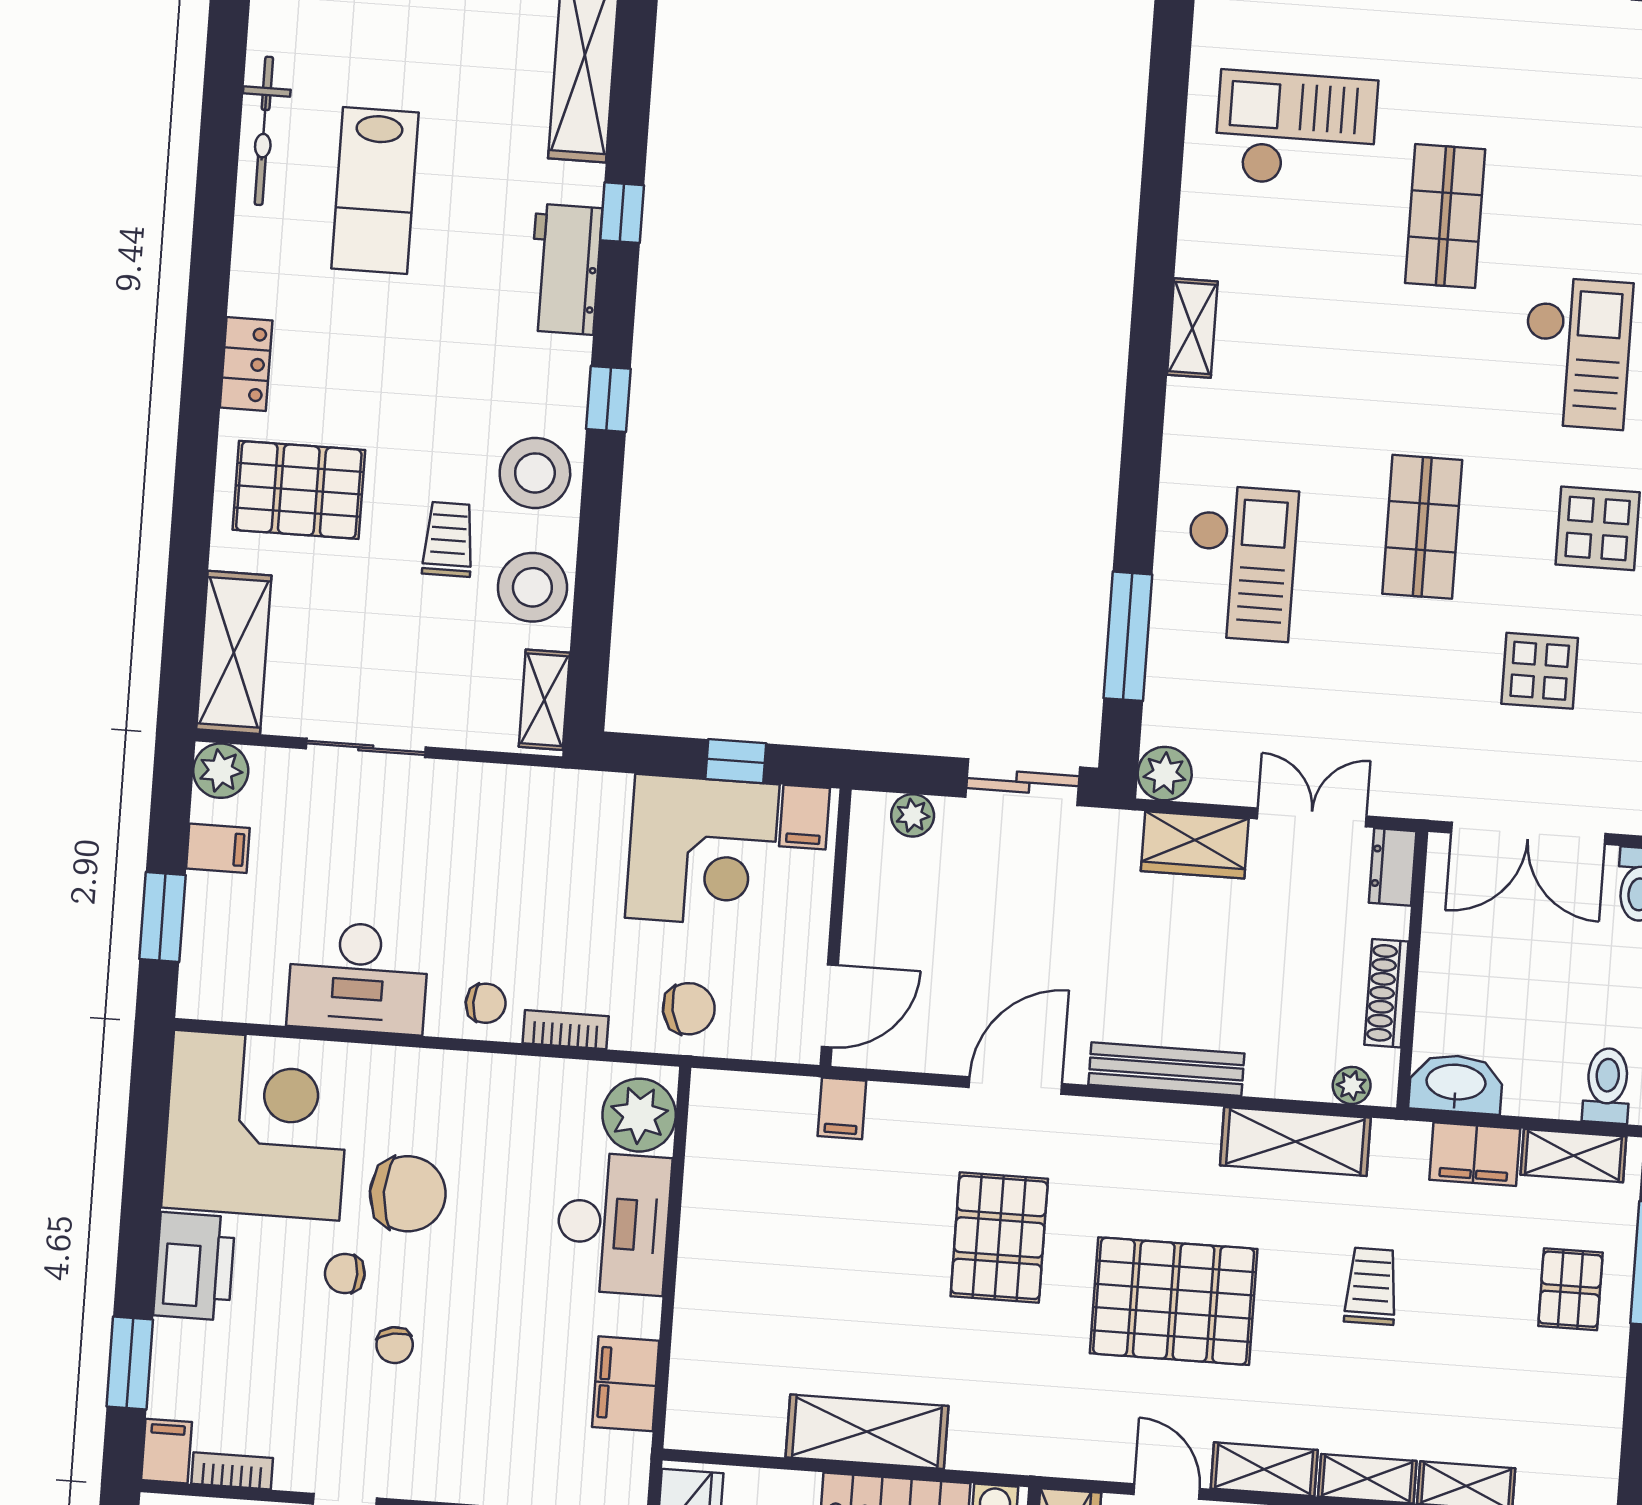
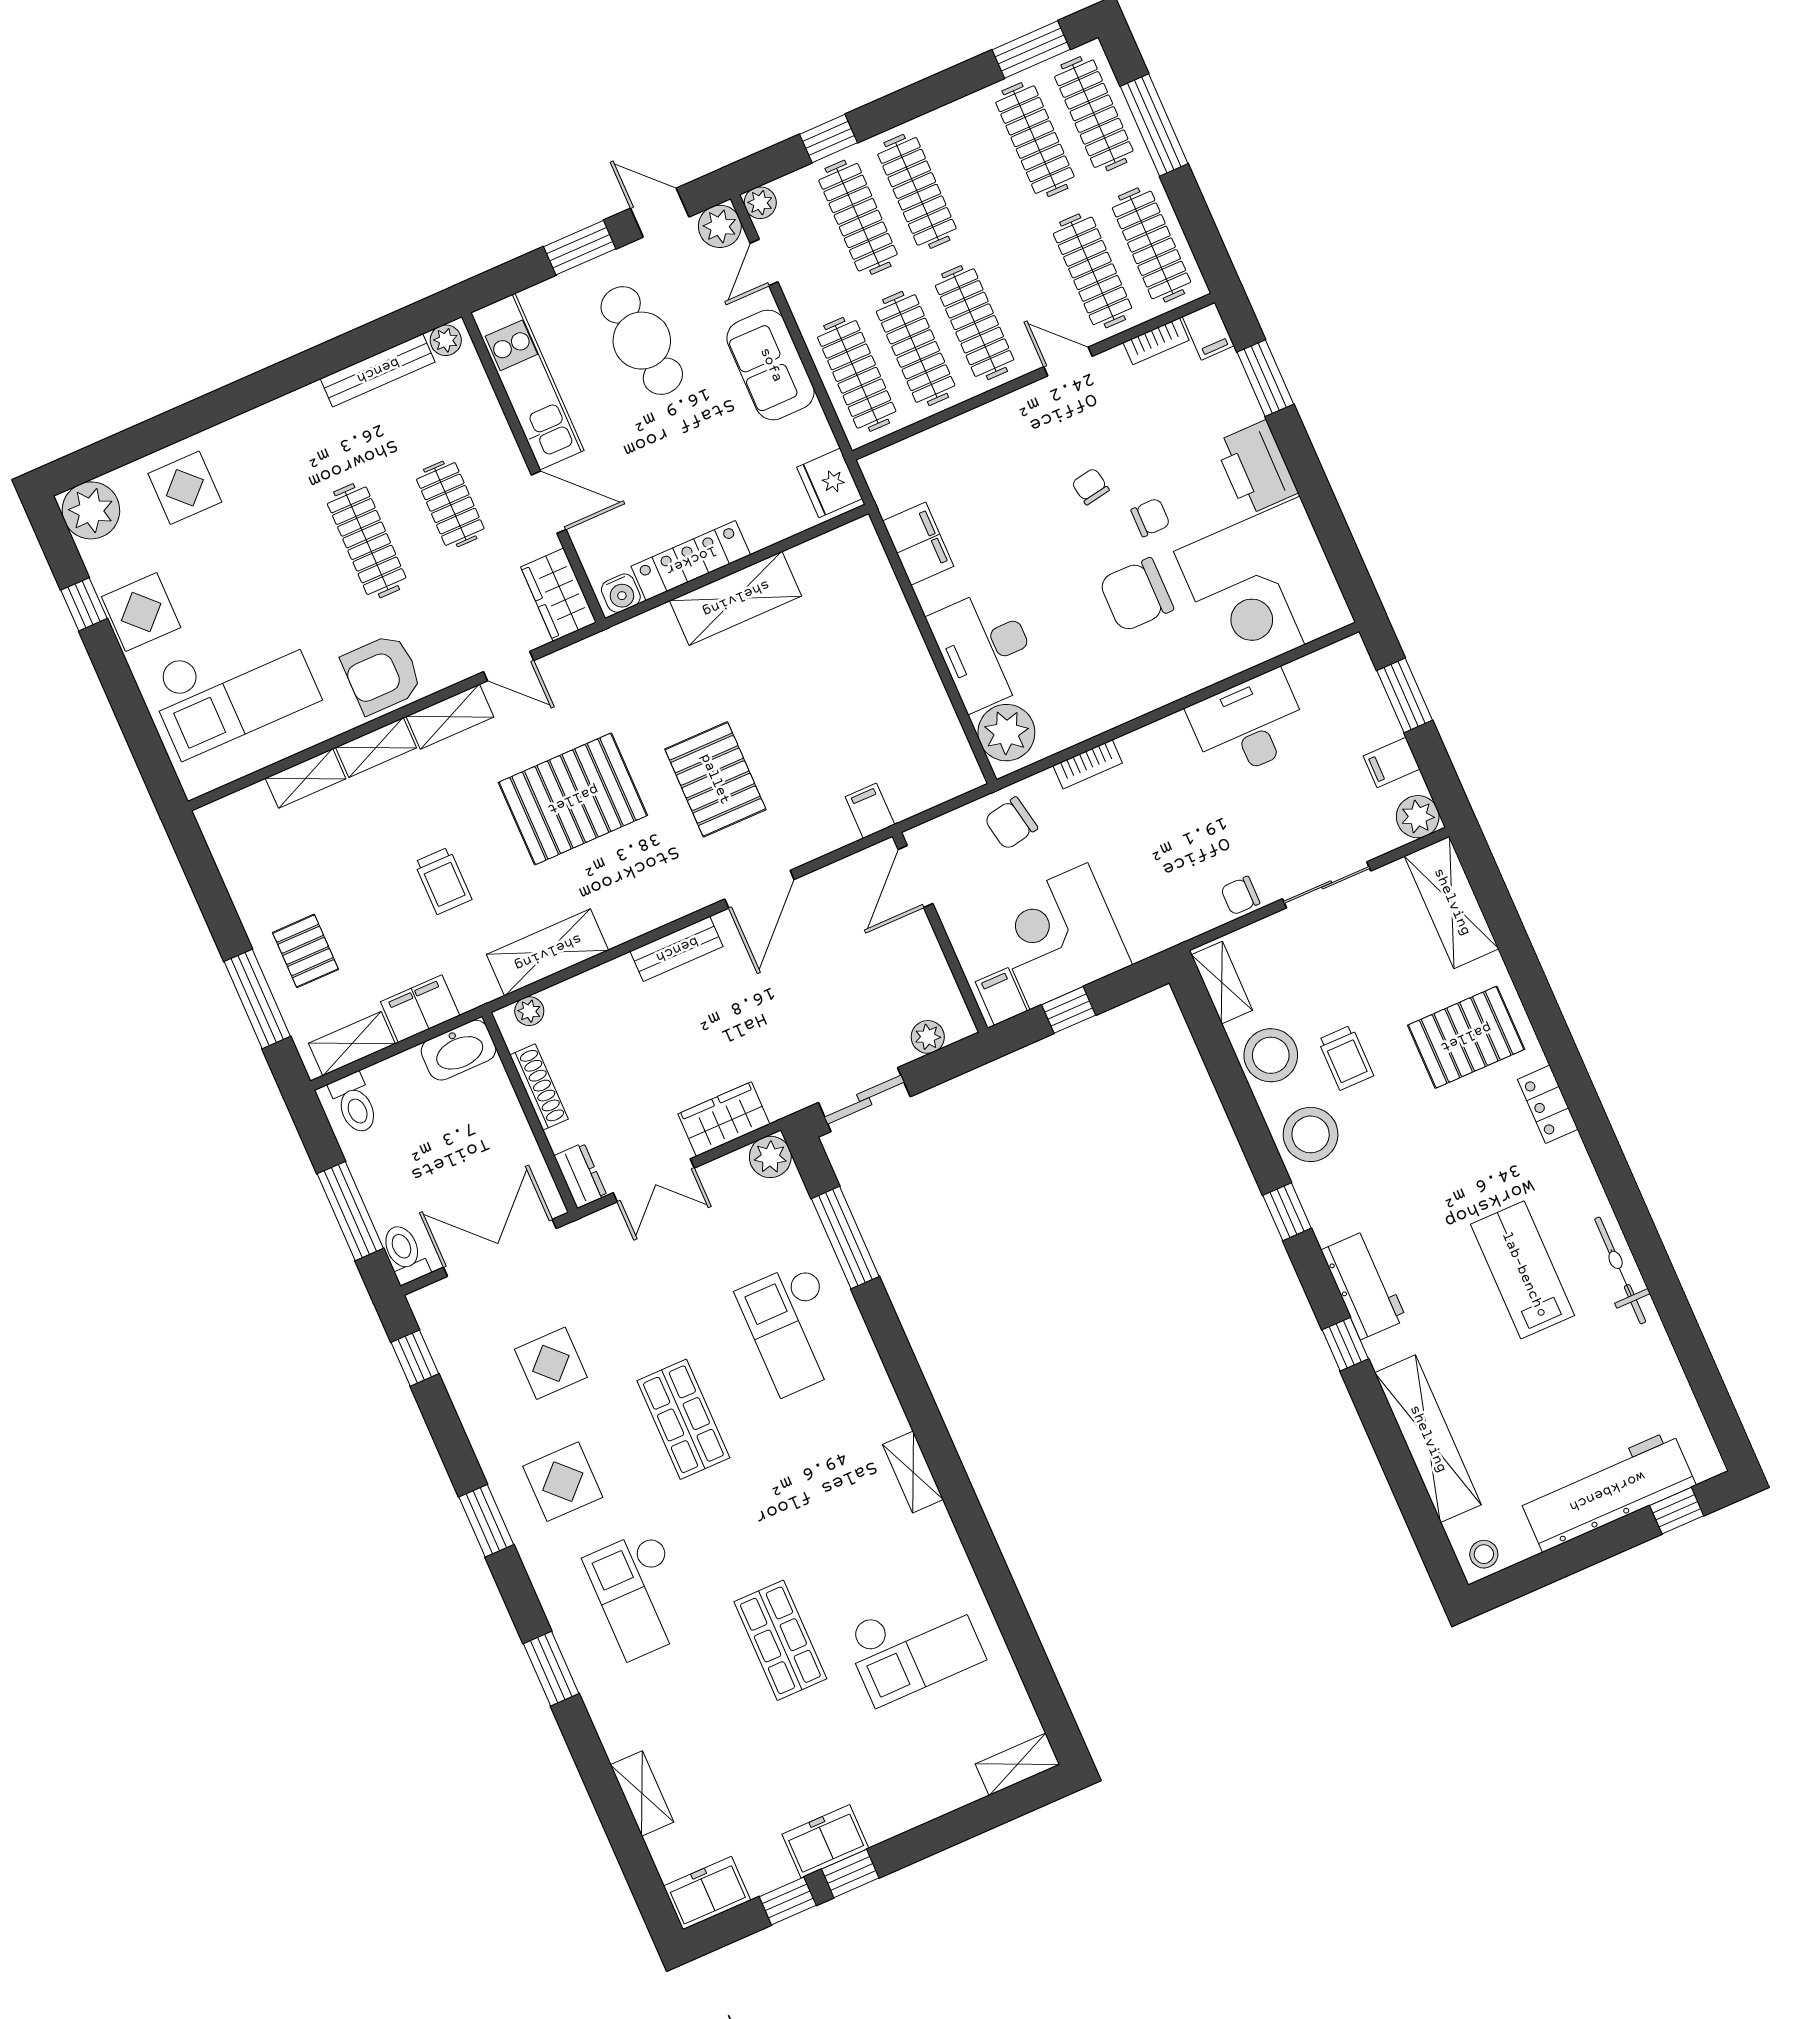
chair: (486, 1003) -> (1240, 896), moved
bench: (1166, 1069) -> (677, 949), width x0.73

